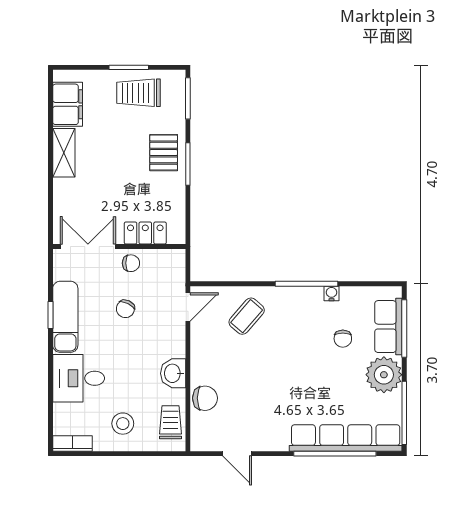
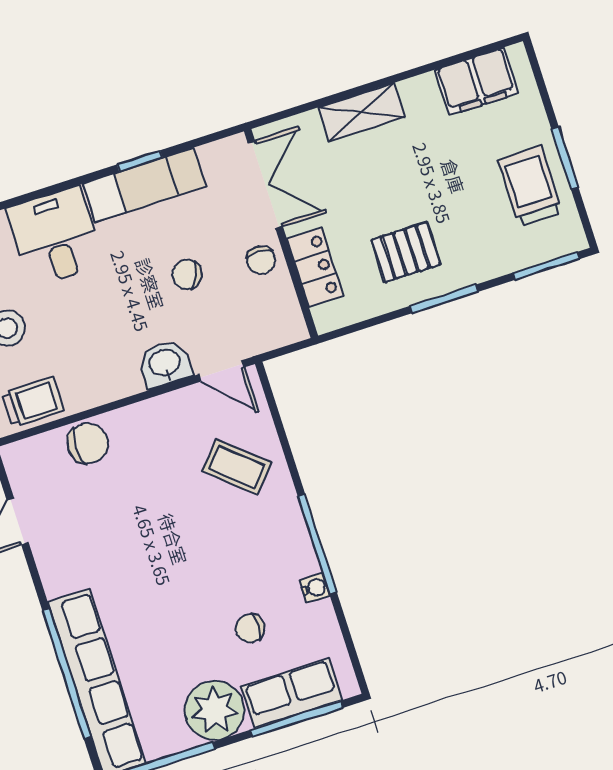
shelving: (64, 153) -> (362, 112), moved
pallet: (164, 153) -> (406, 252), moved
washbasin: (173, 373) -> (165, 364), moved
chair: (205, 398) -> (88, 443), turned -90

